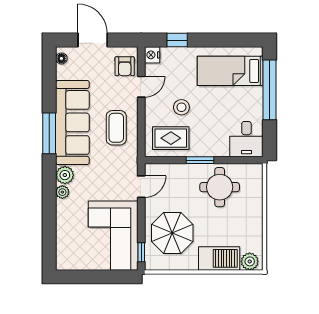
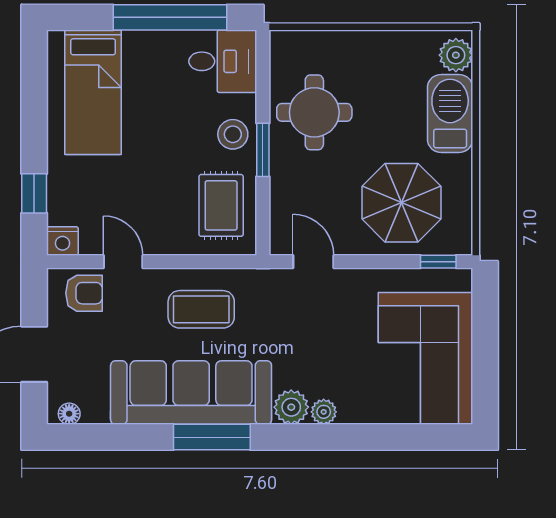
window: (269, 90) -> (170, 17), moved
stool: (181, 107) -> (233, 134), moved
corner sofa: (113, 236) -> (425, 358), moved, turned 90

